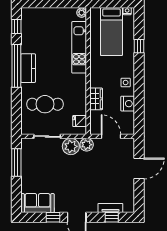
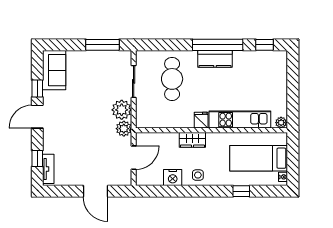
wardrobe: (96, 99) -> (192, 140), moved
fridge: (80, 121) -> (201, 120), moved
tv unit: (110, 208) -> (48, 169), moved

